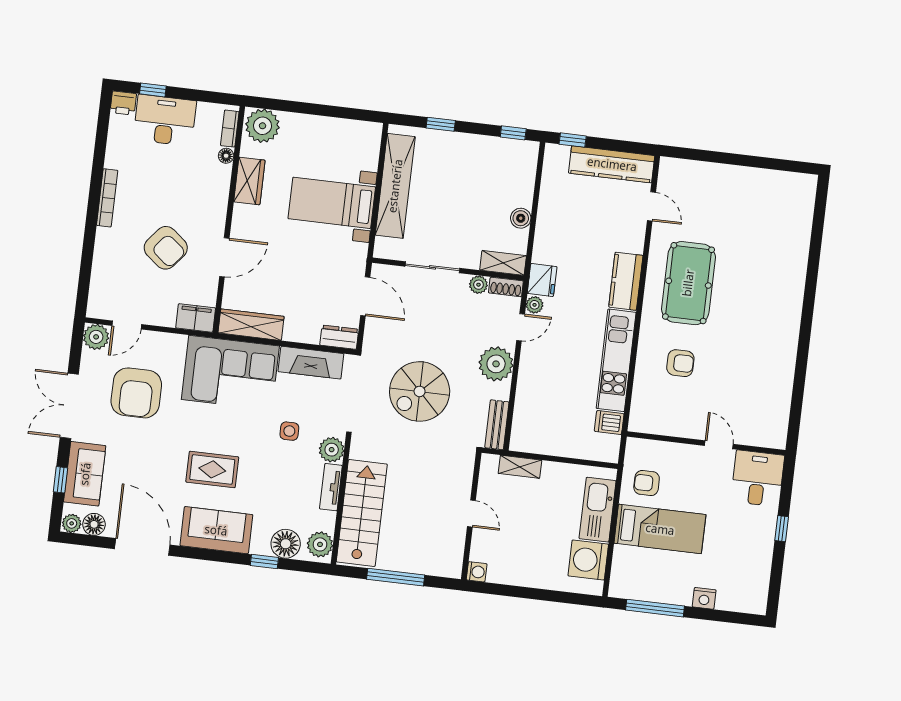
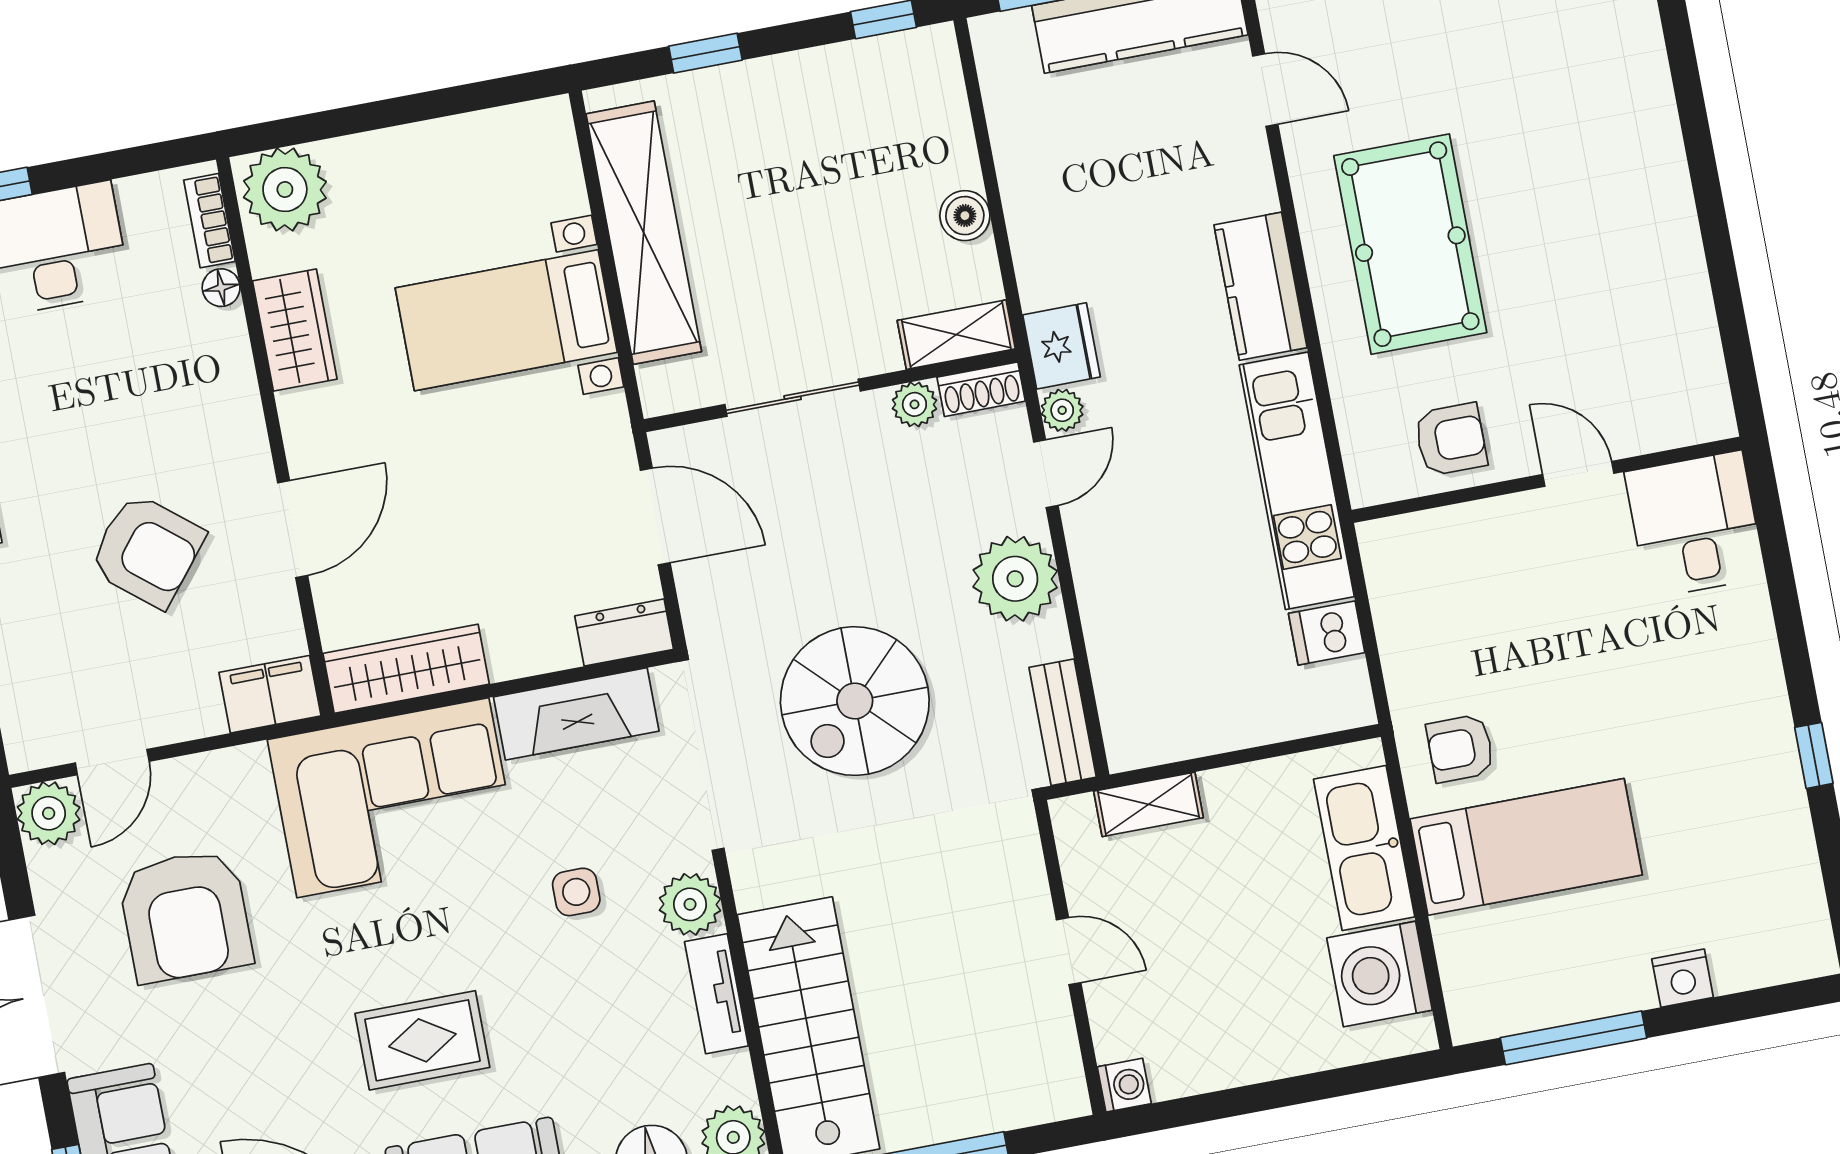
wall: (706, 443) -> (1547, 480), moved
door: (719, 445) -> (1578, 474), moved
desk: (758, 478) -> (1695, 525), moved

